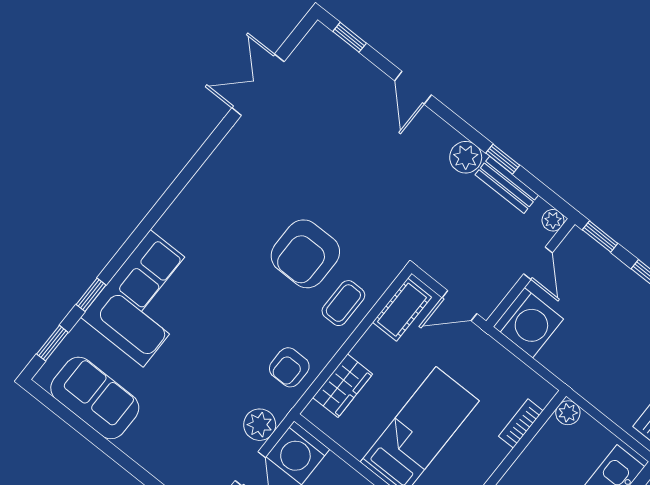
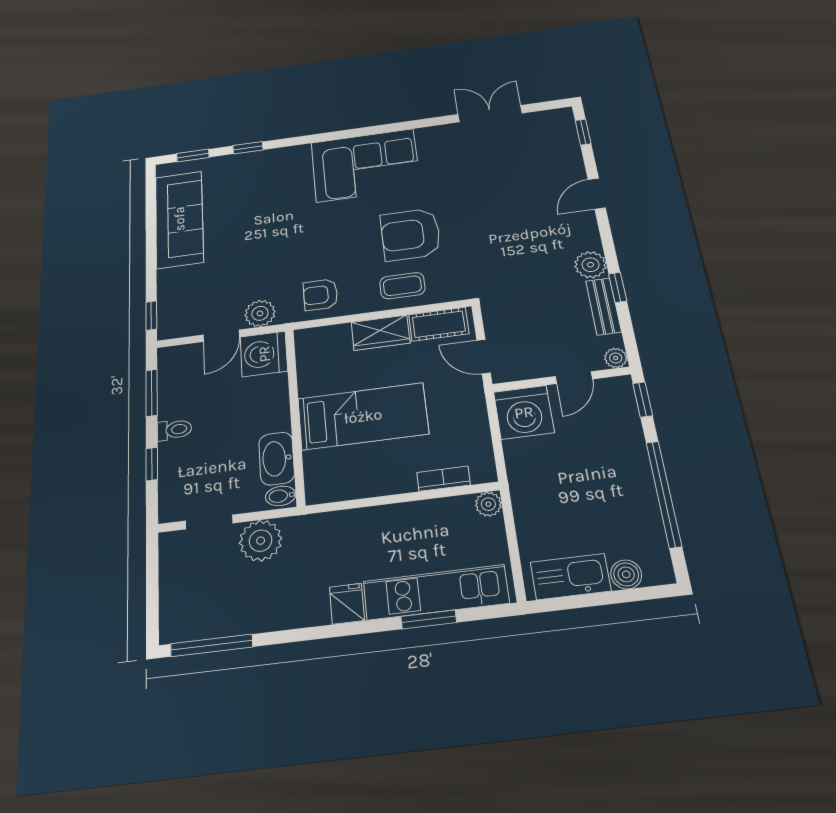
corner sofa: (147, 298) -> (365, 165), moved
wardrobe: (343, 386) -> (381, 333), moved
sofa: (95, 398) -> (179, 219), width x1.36

